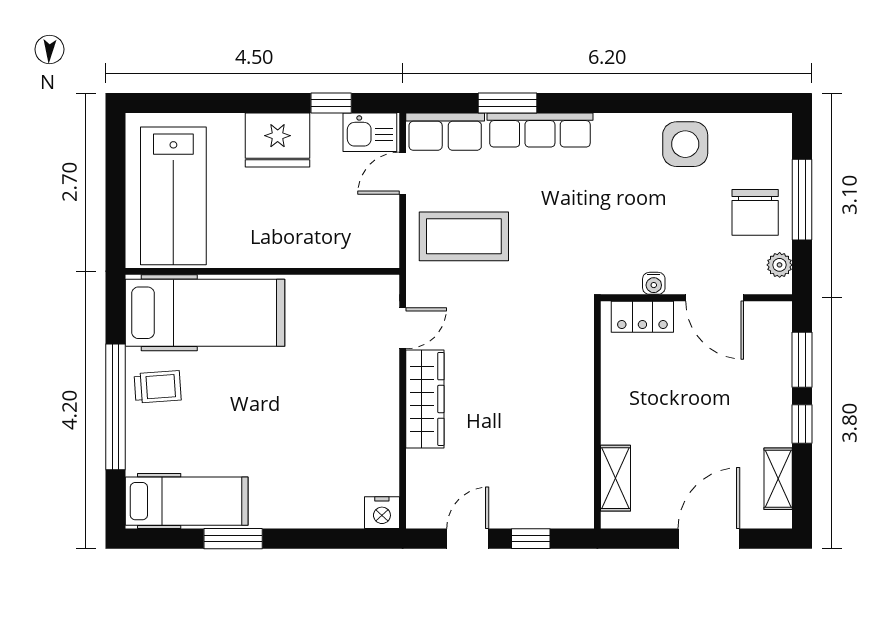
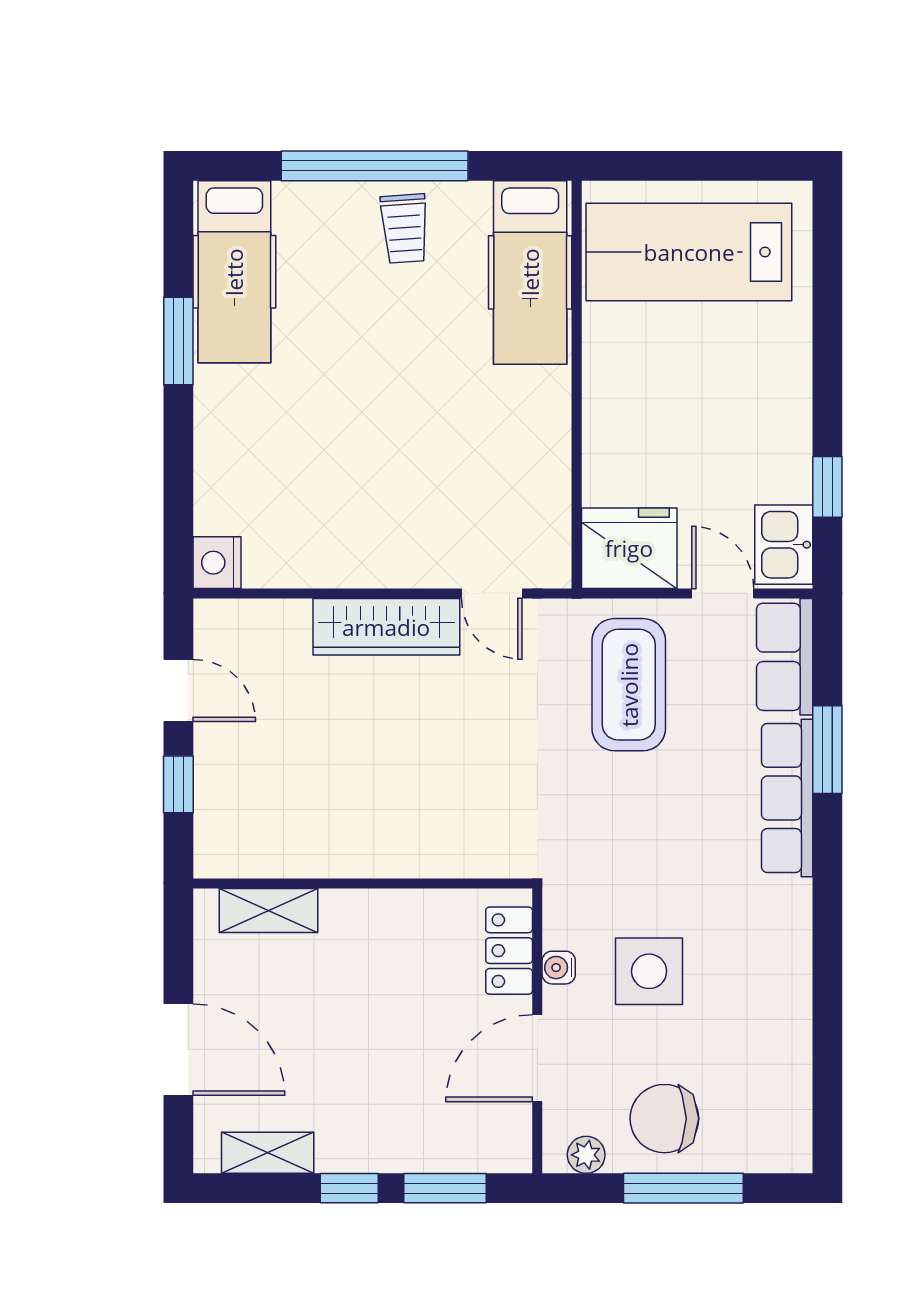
fridge: (278, 140) -> (629, 548), moved, turned 90
side table: (685, 144) -> (649, 971), moved
hospital bed: (205, 313) -> (530, 272), width x0.73, depth x0.78

